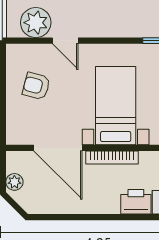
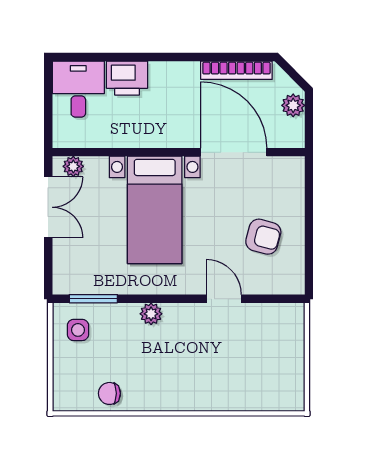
plant: (36, 23) -> (151, 314), moved, width x0.53, depth x0.53
bookcase: (112, 157) -> (236, 70), moved, turned 180

